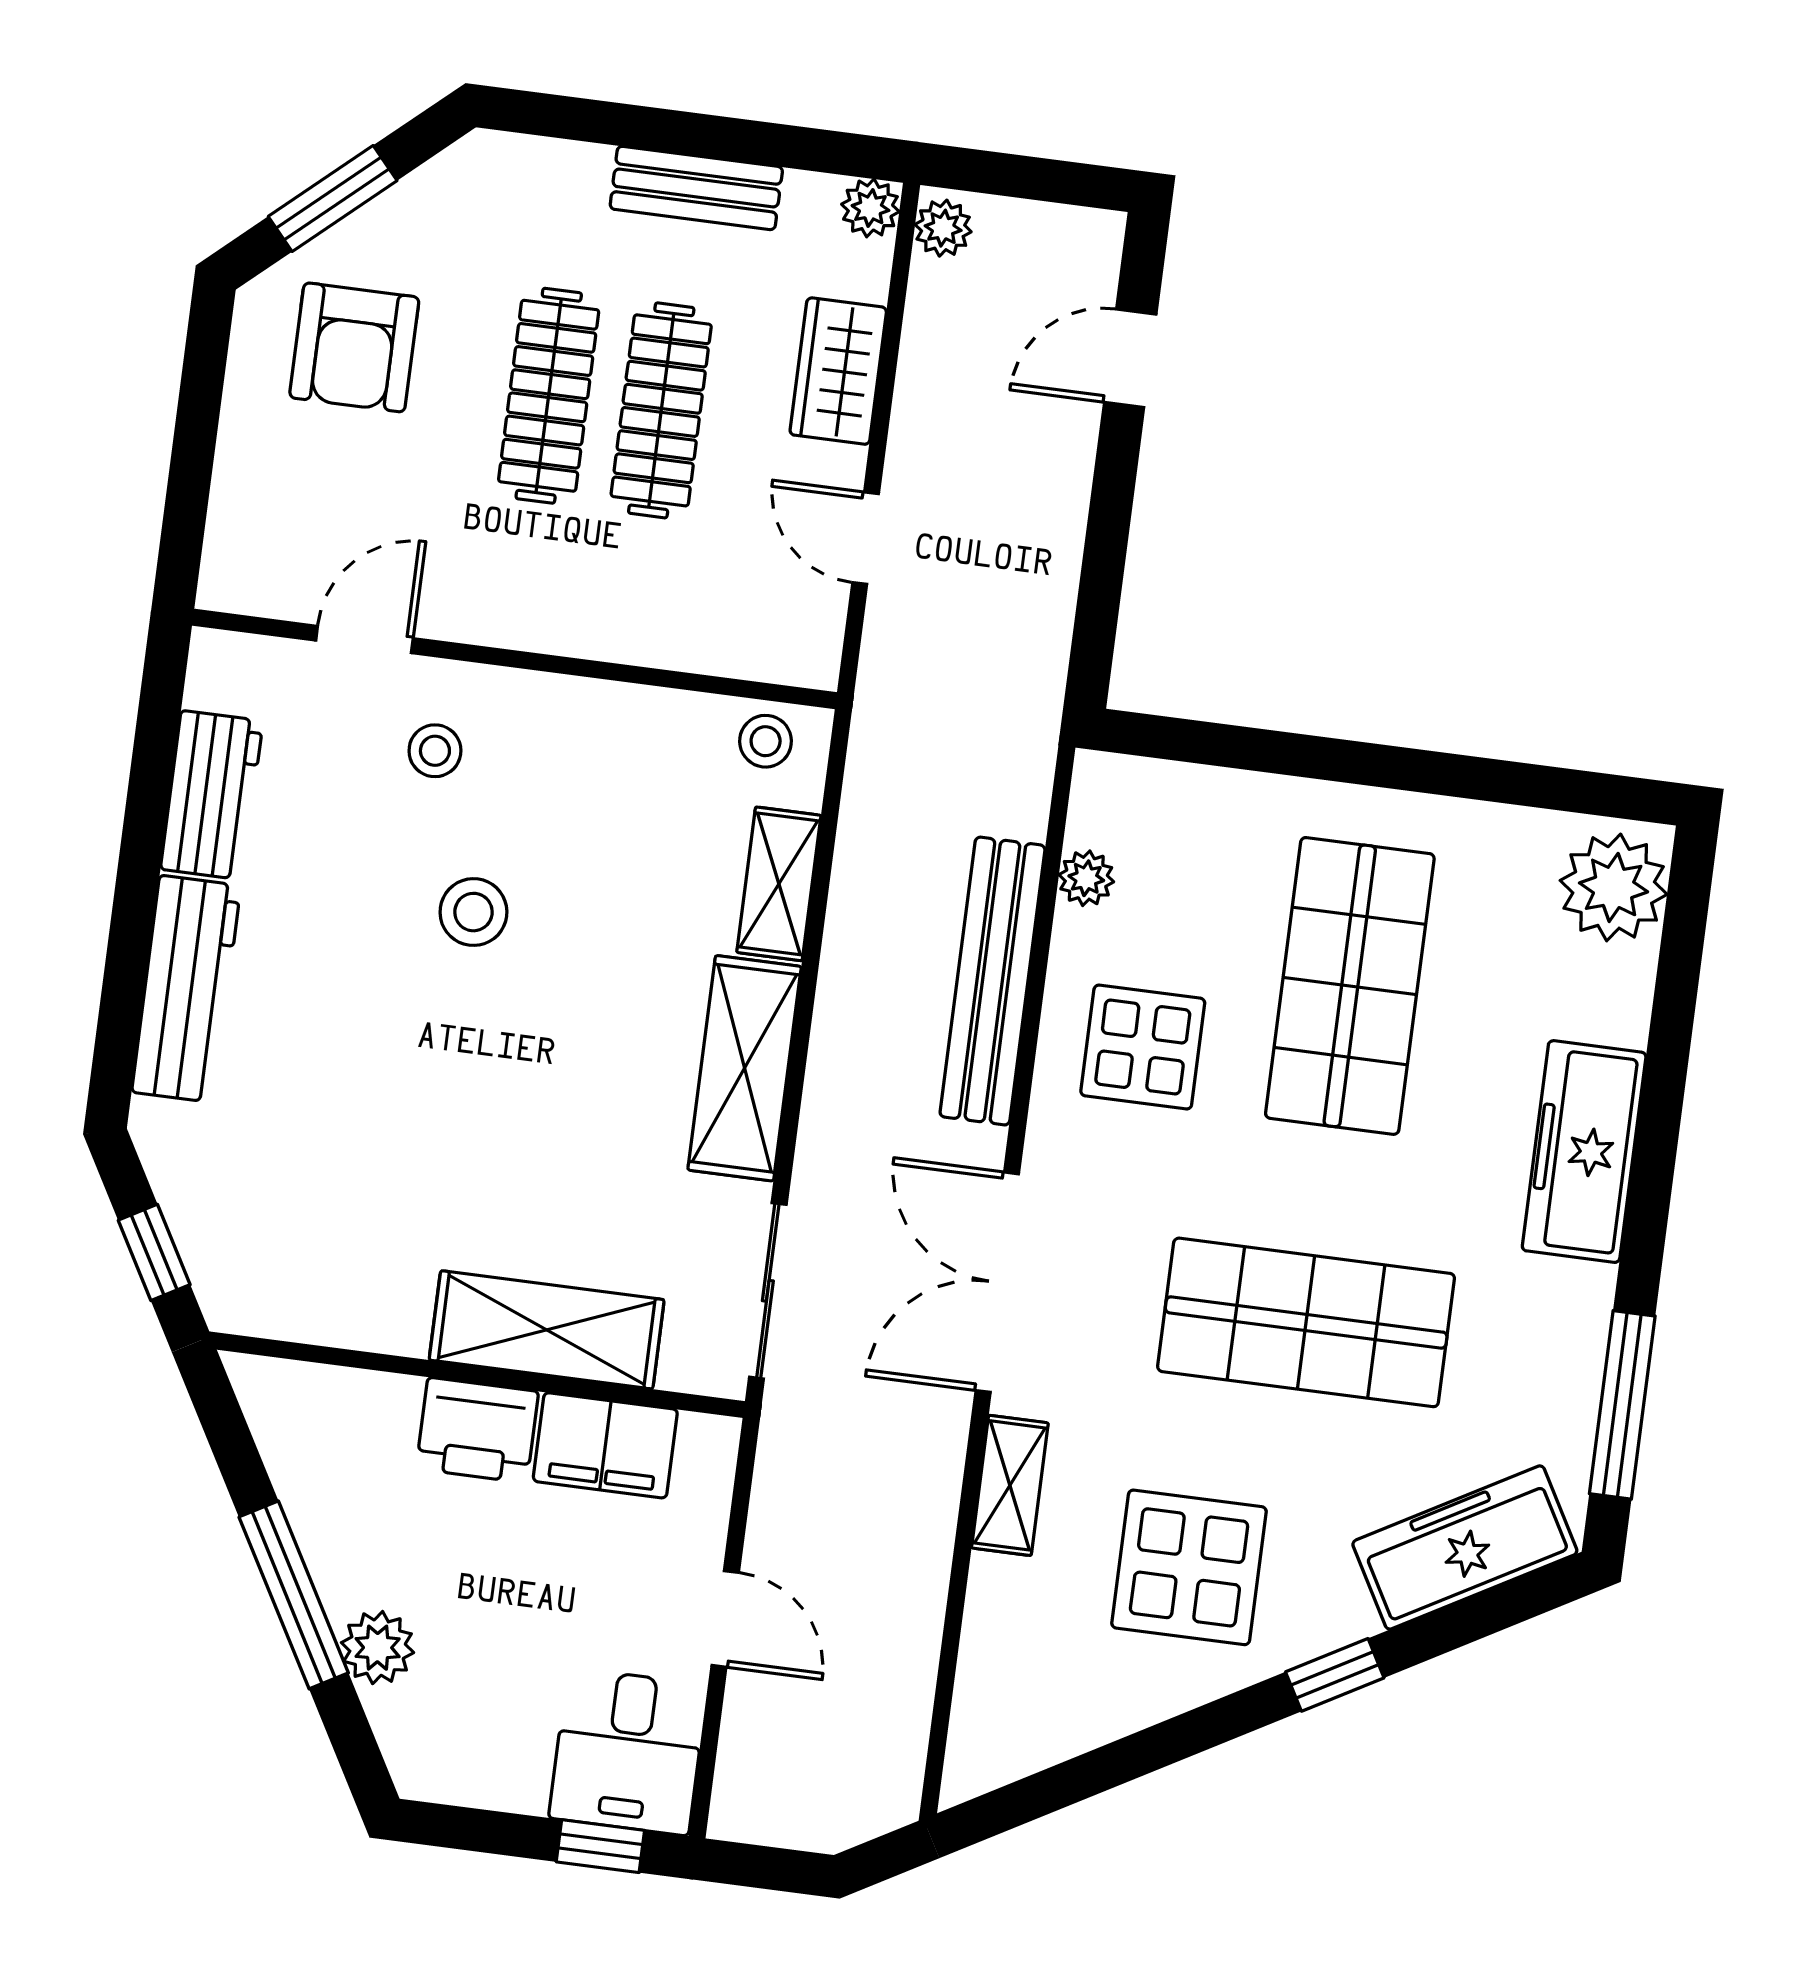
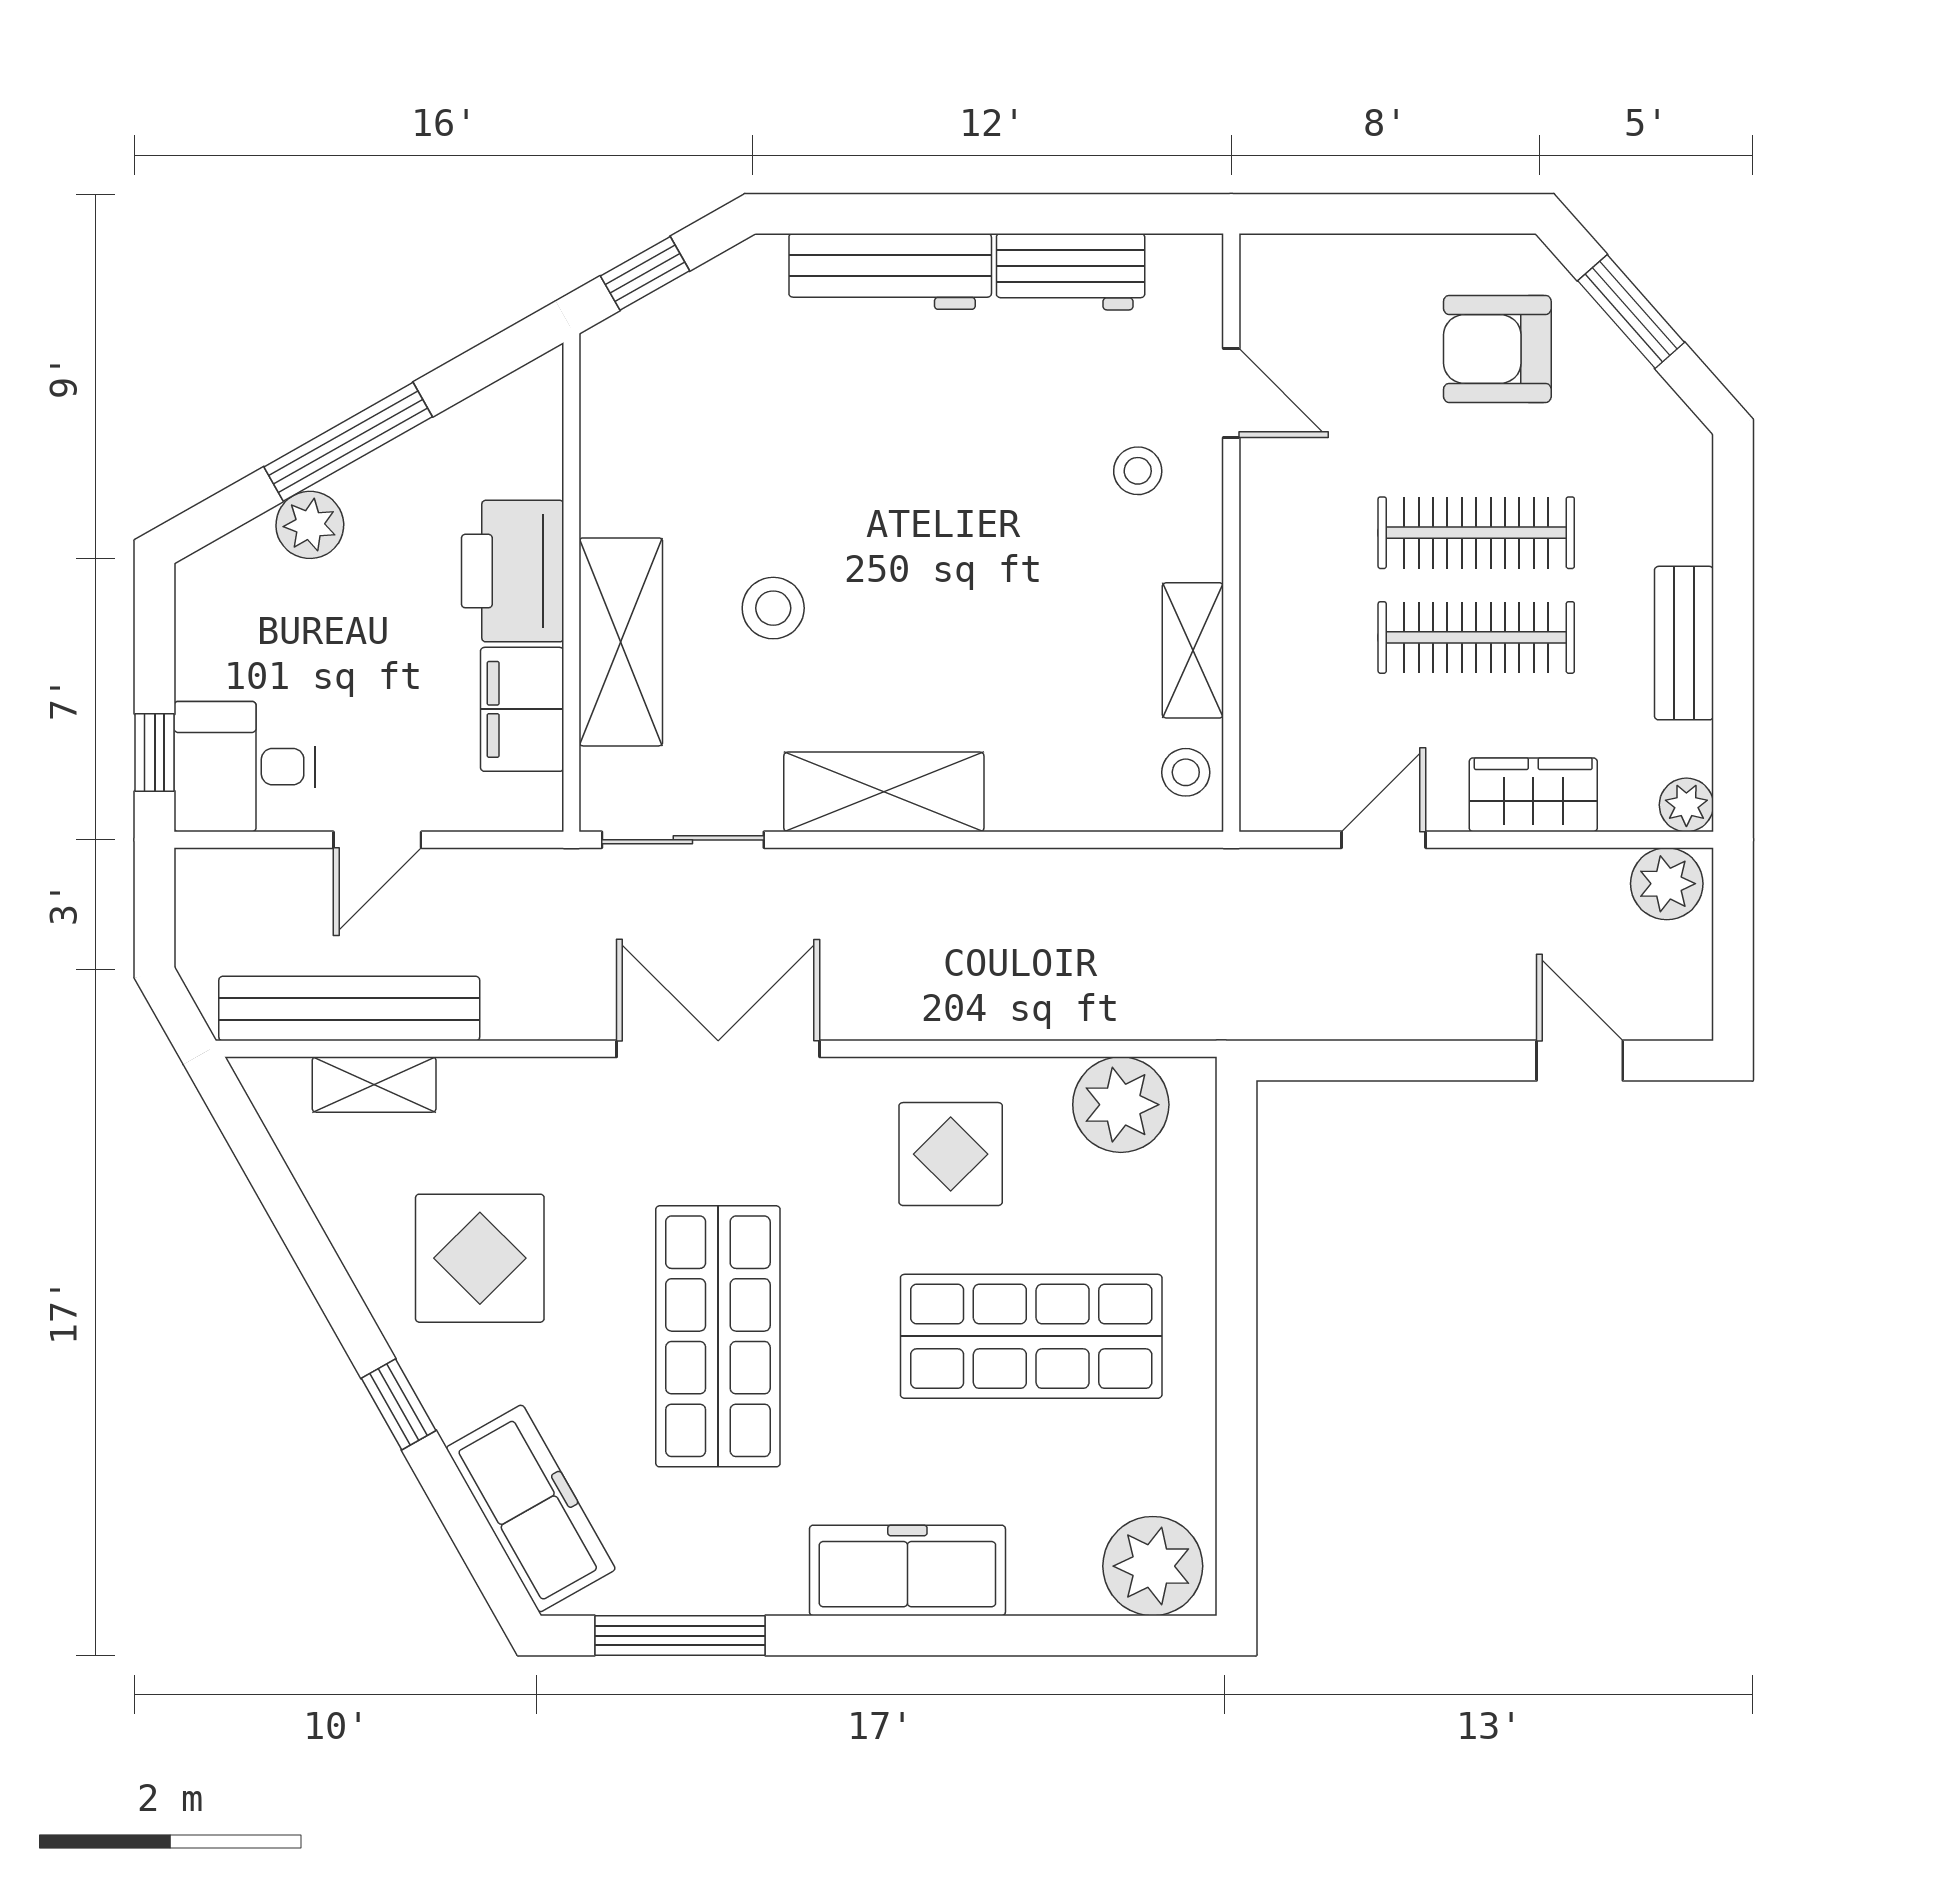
plant: (943, 228) -> (1667, 884), width x1.38, depth x1.38
plant: (1086, 878) -> (1121, 1105), width x1.87, depth x1.87
shelving: (779, 884) -> (1193, 650), moved, turned 90
stool: (473, 912) -> (773, 608), moved
bench: (992, 981) -> (349, 1009), moved
printer: (477, 1430) -> (513, 571), width x1.37, depth x1.19
shelving: (1010, 1485) -> (374, 1084), moved

